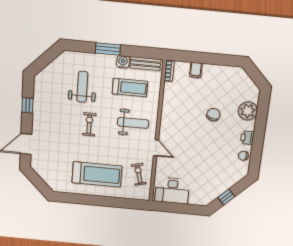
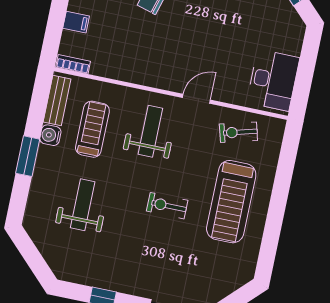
weight bench: (82, 87) -> (83, 205), turned 90
exercise bike: (89, 124) -> (167, 206), moved
treadmill: (97, 174) -> (231, 202), turned 180

